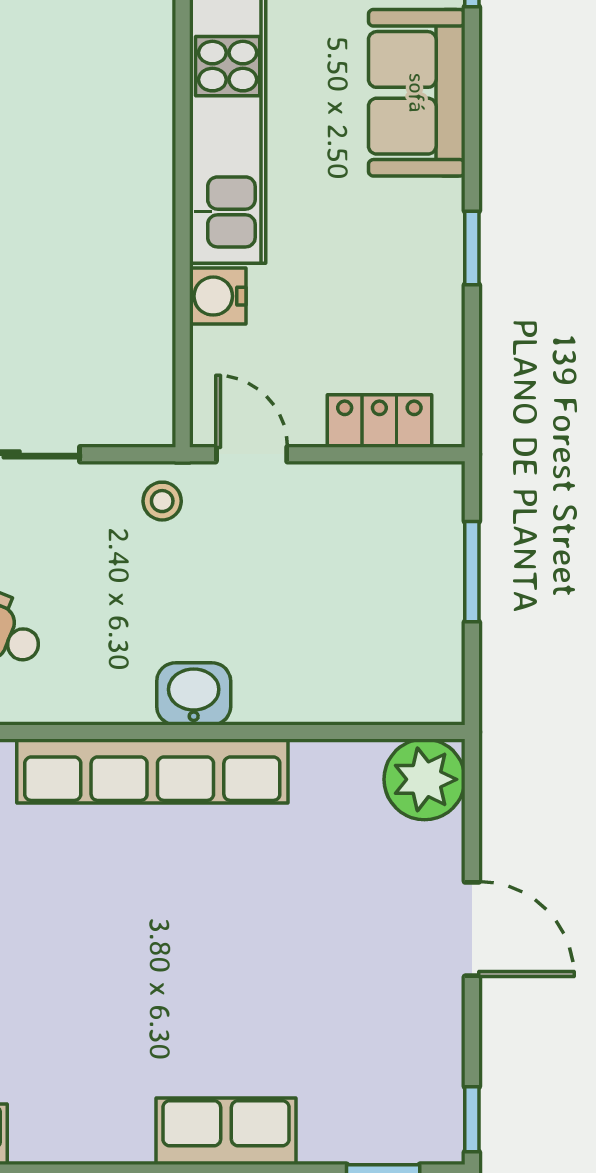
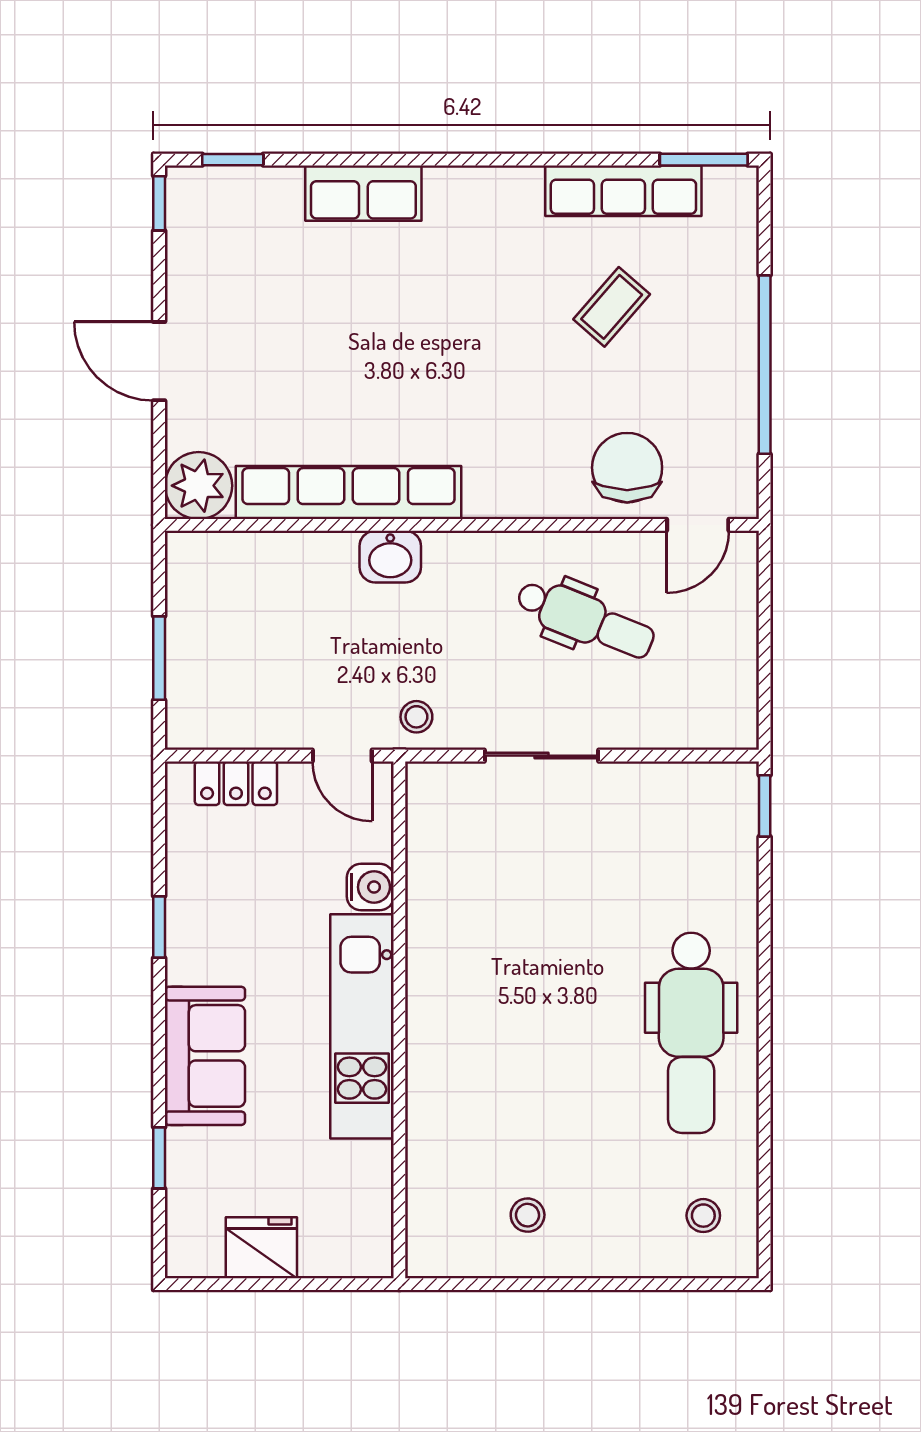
row of seats: (152, 771) -> (349, 493), moved

